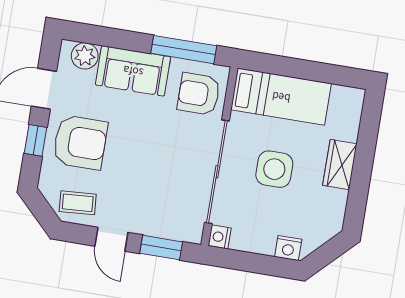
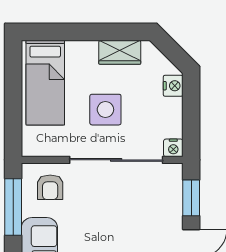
armchair: (199, 94) -> (50, 187), width x0.72, depth x0.72
bed: (281, 97) -> (45, 83), moved, turned 180
wardrobe: (340, 165) -> (120, 52), moved

